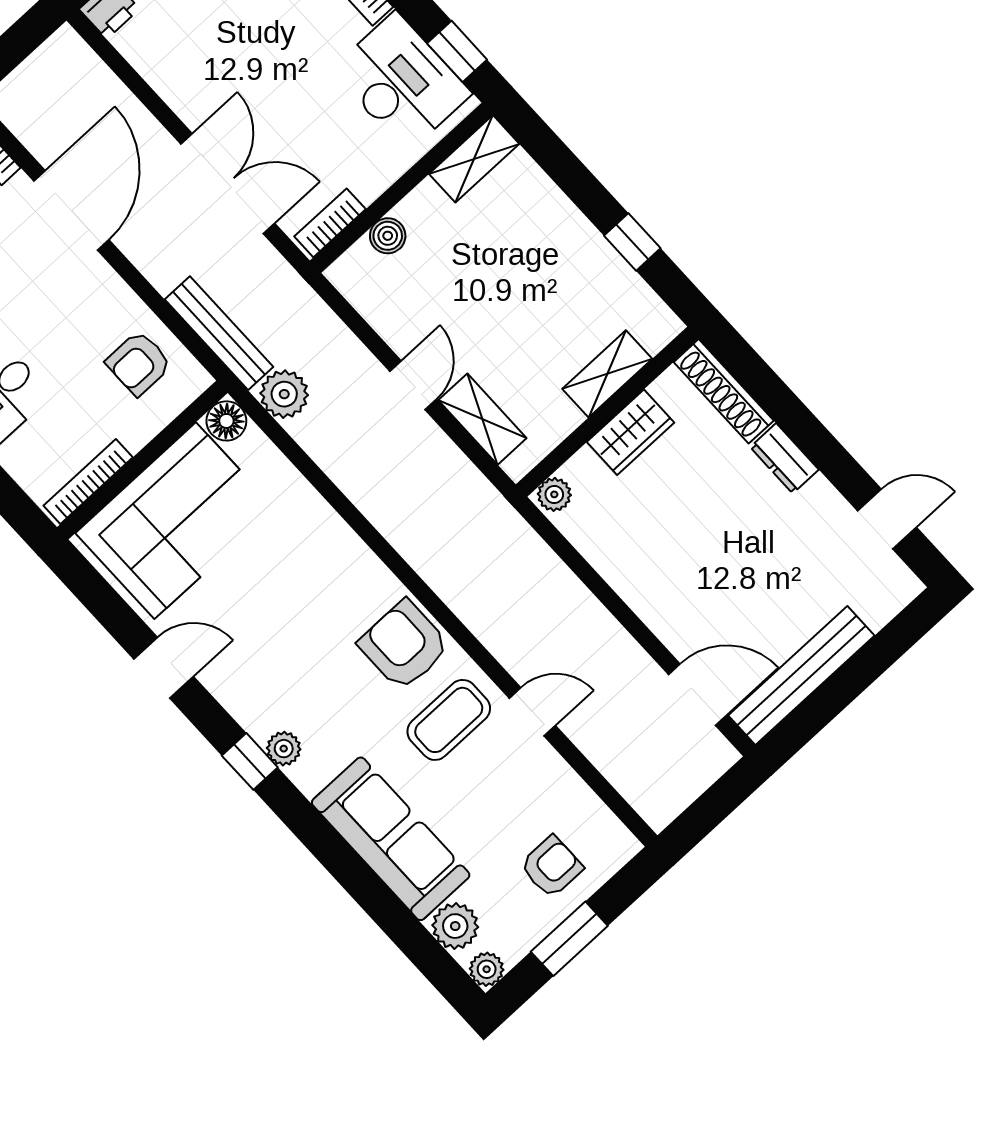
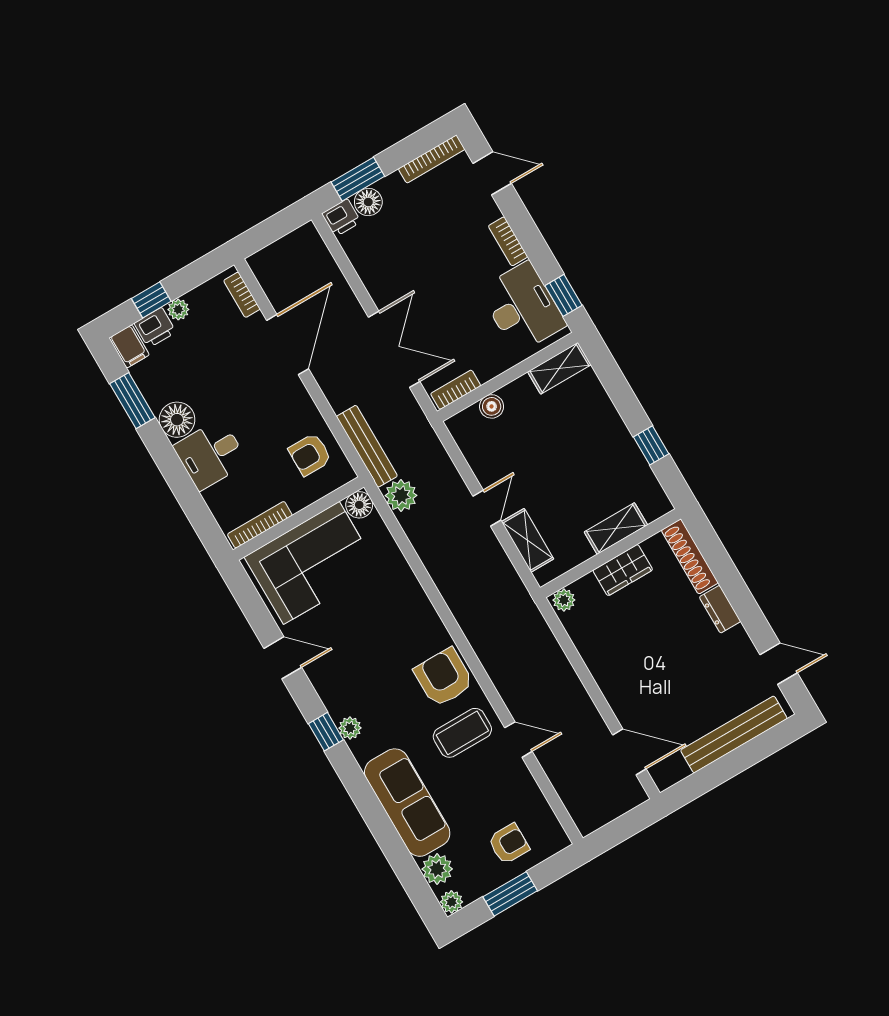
bench: (801, 676) -> (734, 734), moved

